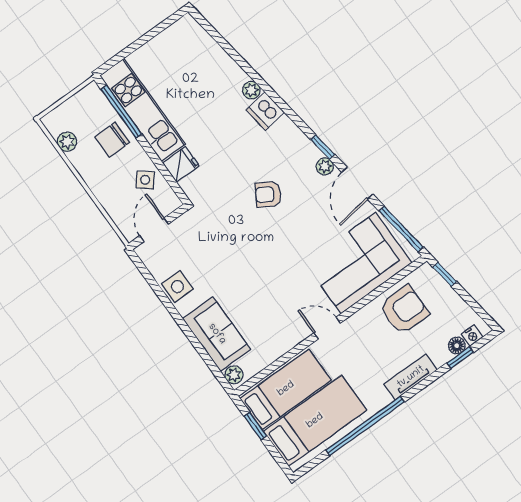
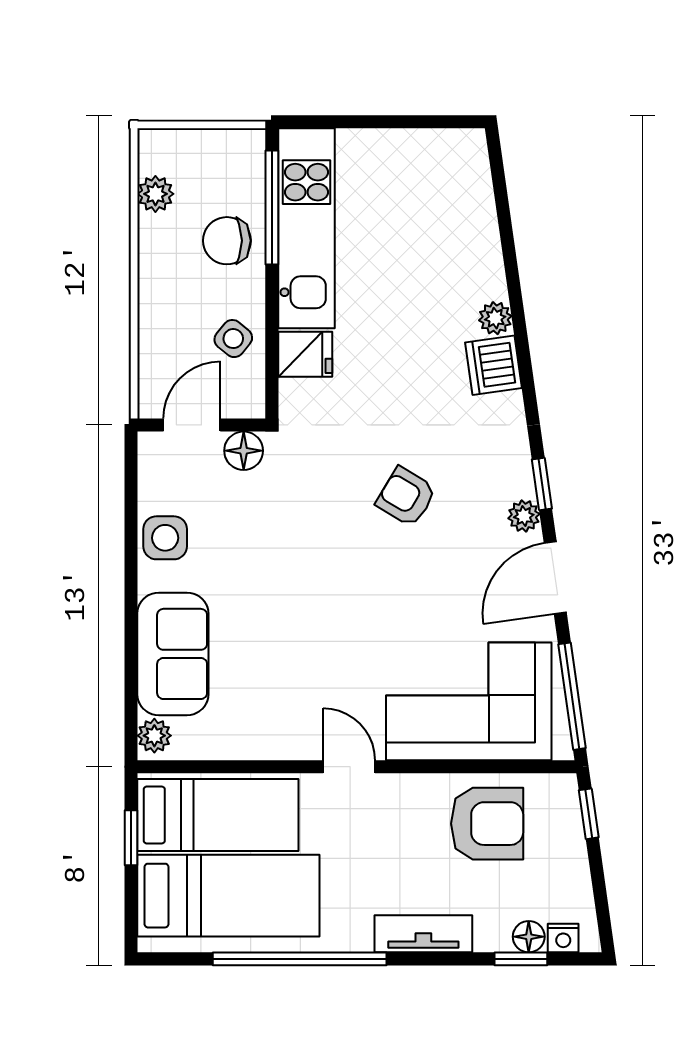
floor lamp: (184, 225) -> (244, 451), added

